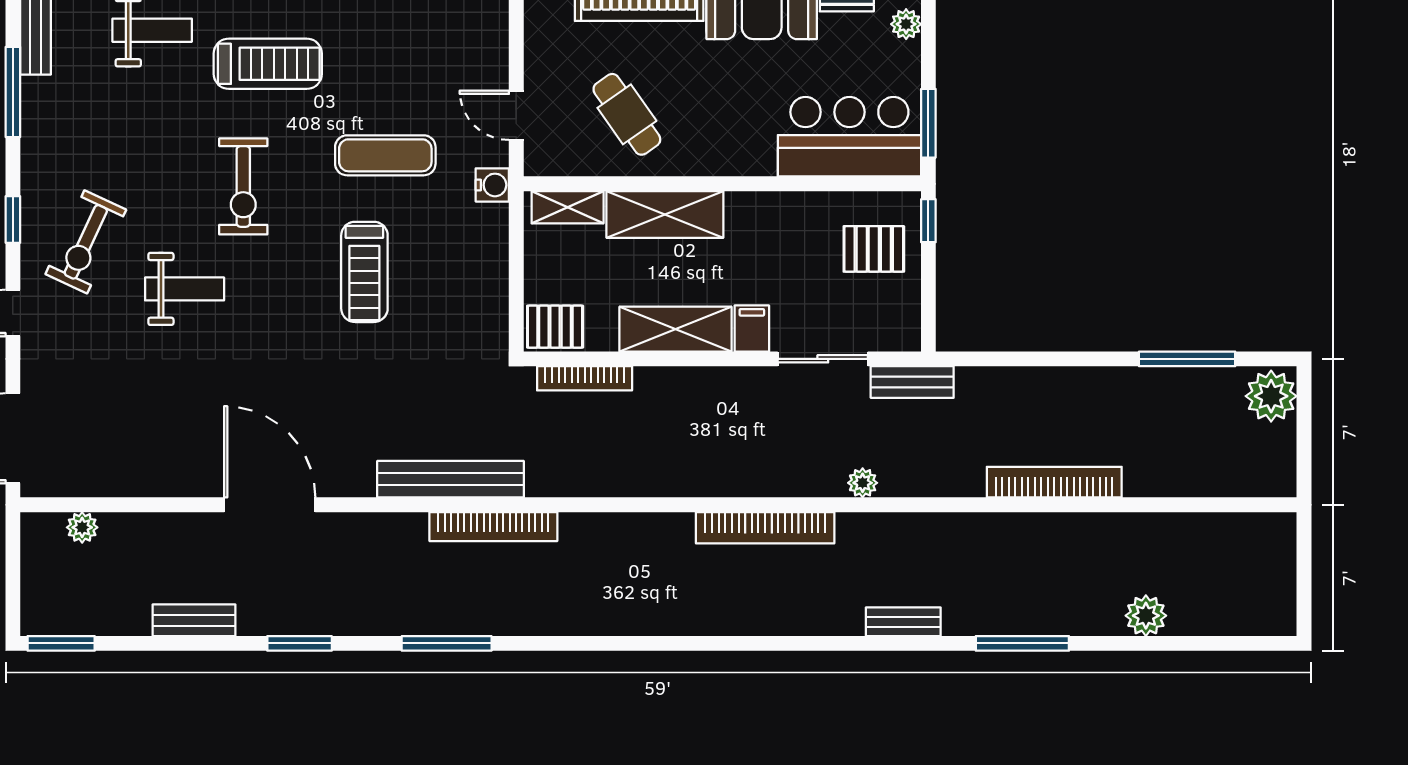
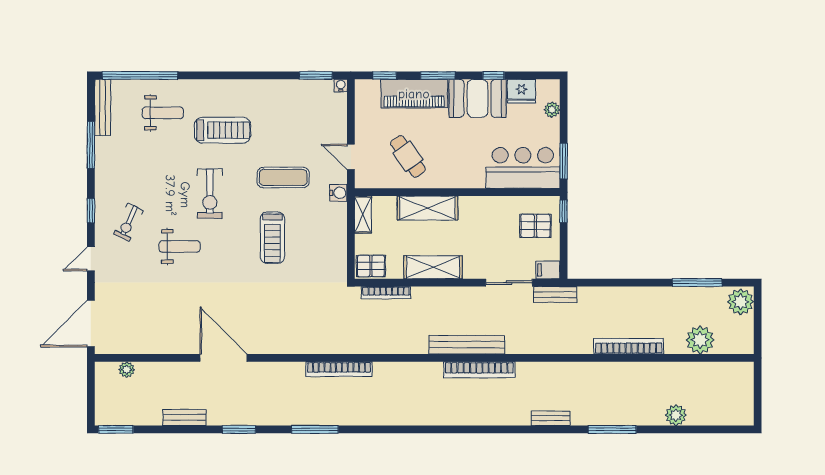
shelving: (568, 207) -> (363, 215), moved, turned 90
exercise bike: (86, 242) -> (129, 222), width x0.73, depth x0.72
filing cabinet: (752, 329) -> (548, 270), moved, turned -90
bench: (450, 479) -> (467, 345), moved
plant: (863, 483) -> (700, 340), moved, width x1.88, depth x1.88

